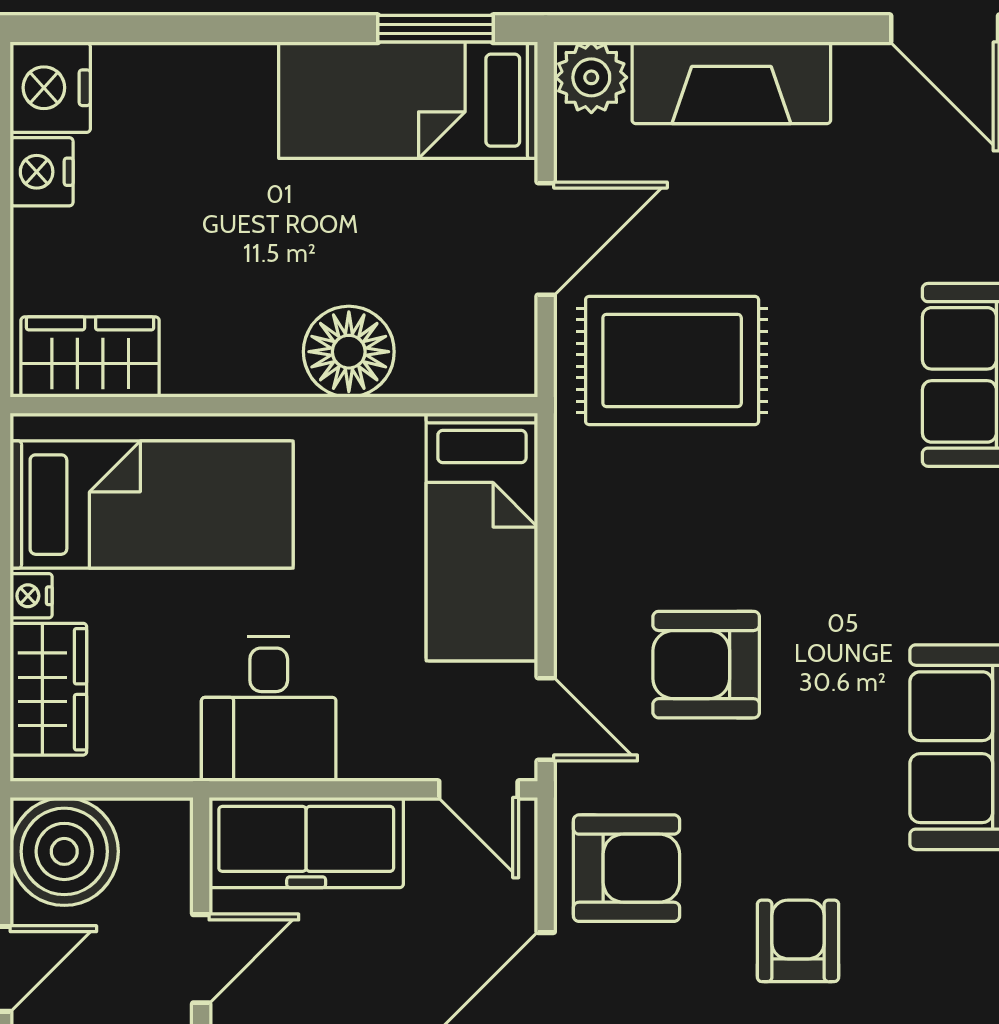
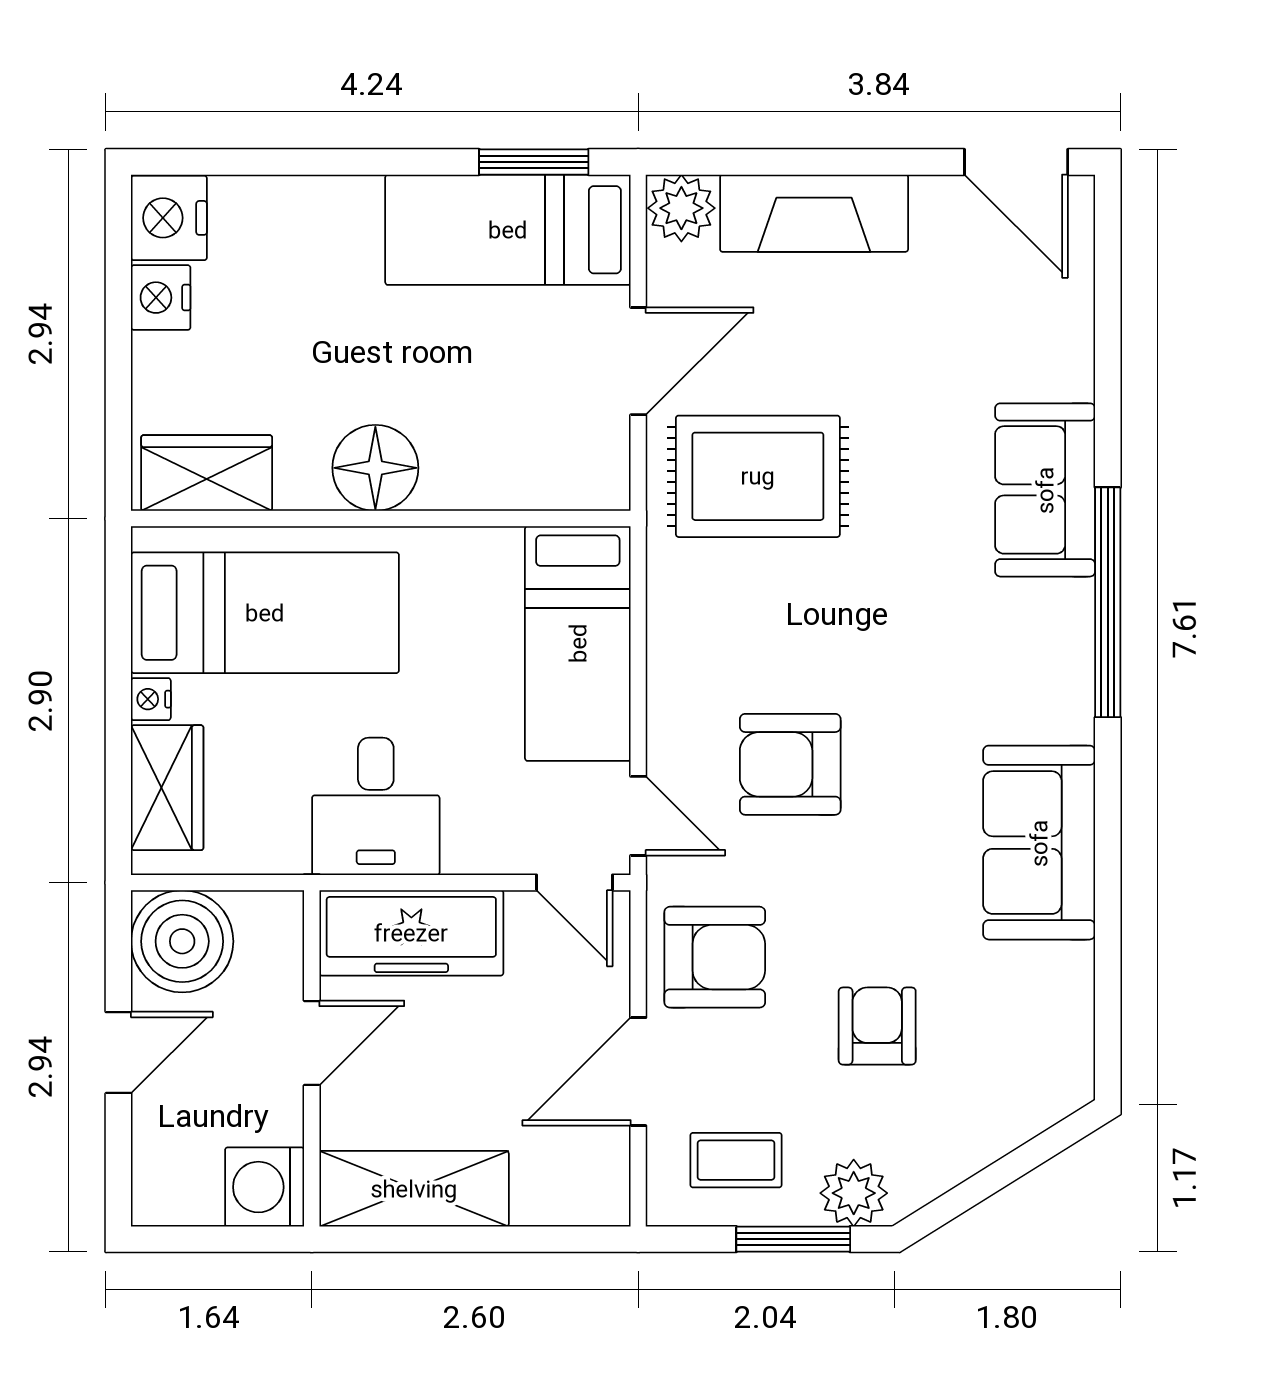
floor lamp: (349, 352) -> (375, 468), moved

